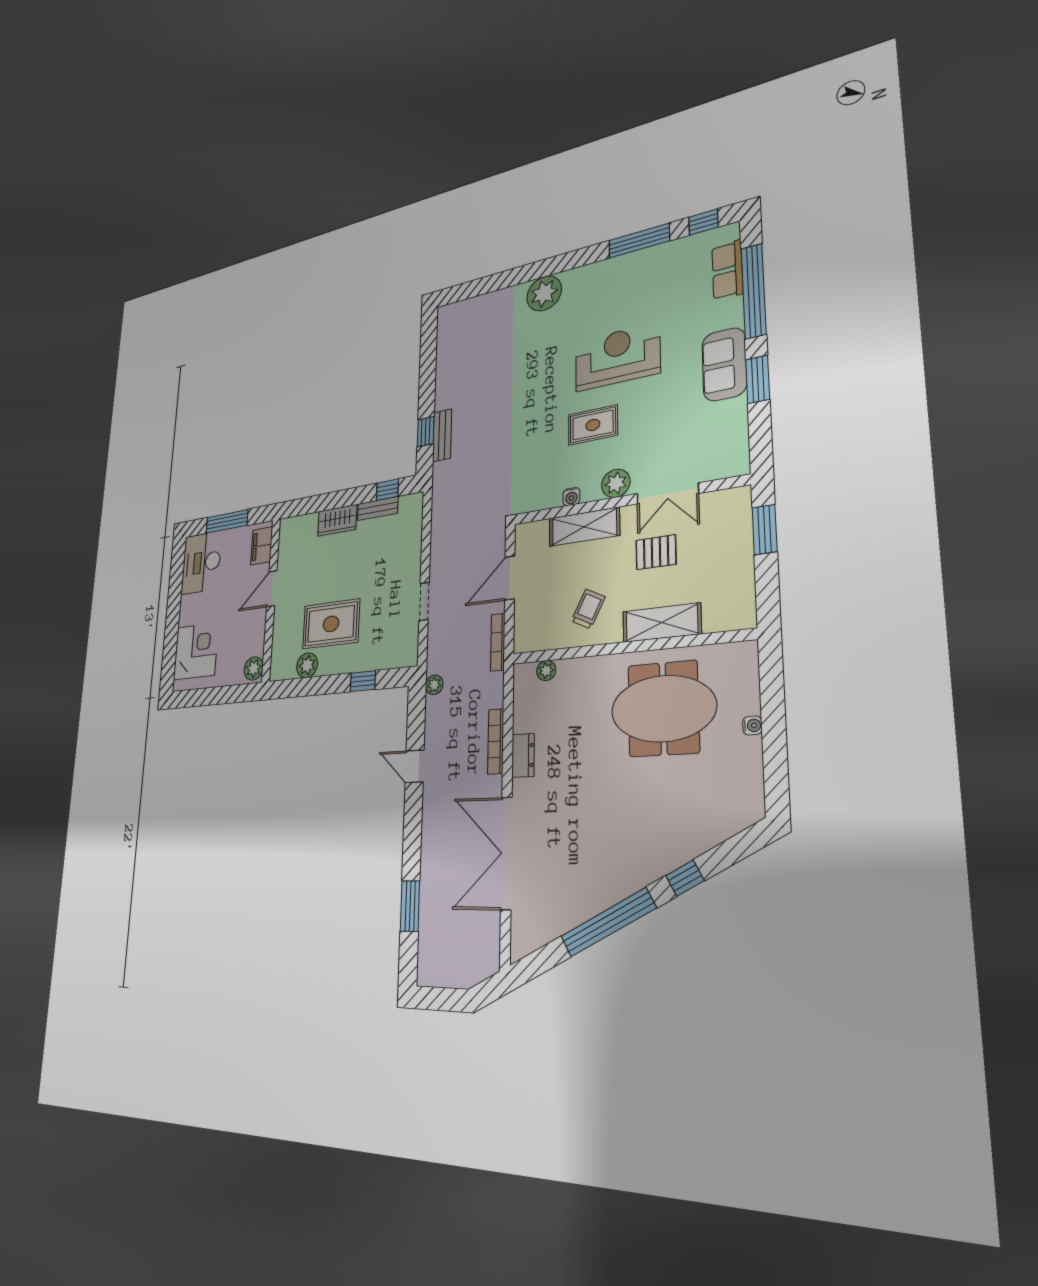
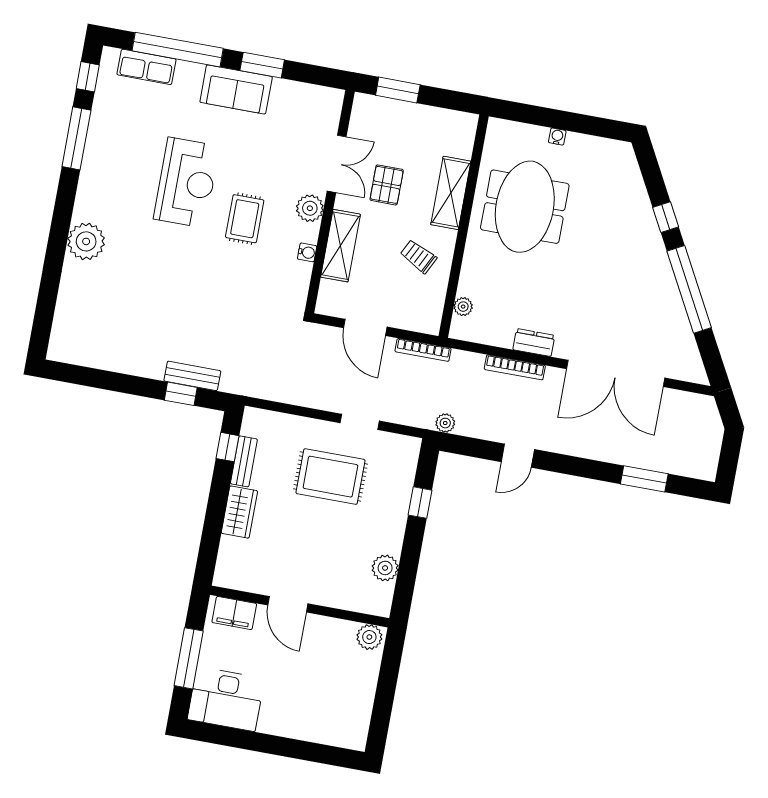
reception desk: (617, 357) -> (187, 183), turned 180
rug: (331, 624) -> (330, 477), moved, turned 90
corner desk: (196, 651) -> (328, 715), removed

